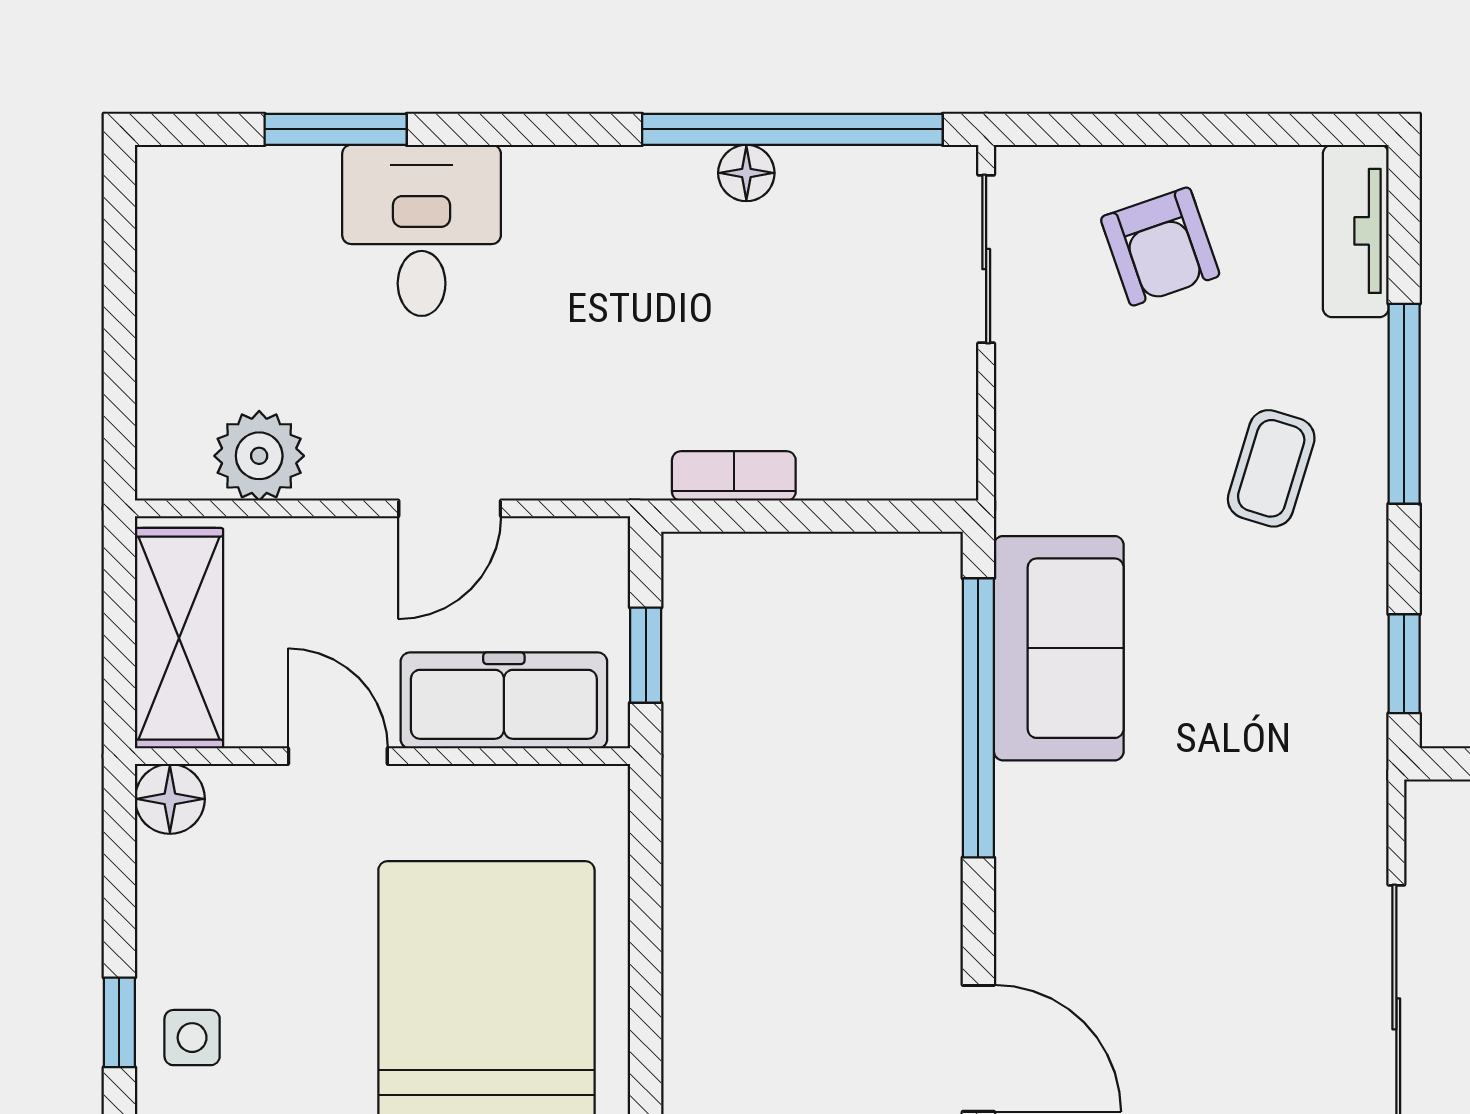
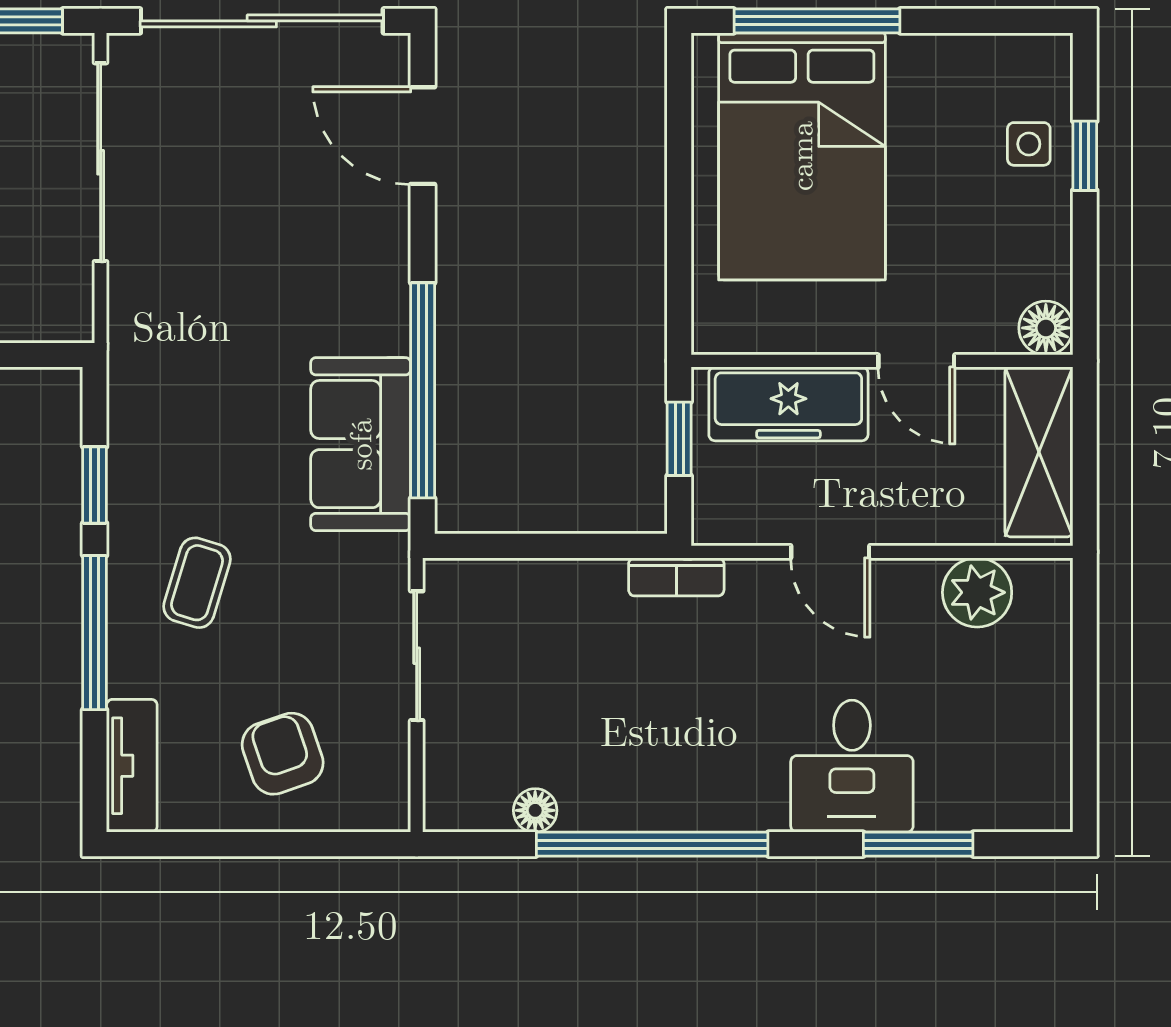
window: (792, 129) -> (652, 844), moved
floor lamp: (746, 173) -> (535, 810), moved
sliding door: (986, 259) -> (417, 656), moved
bookcase: (734, 476) -> (676, 577), moved
door: (450, 508) -> (830, 552), swing flipped
window: (1404, 664) -> (95, 485), moved

